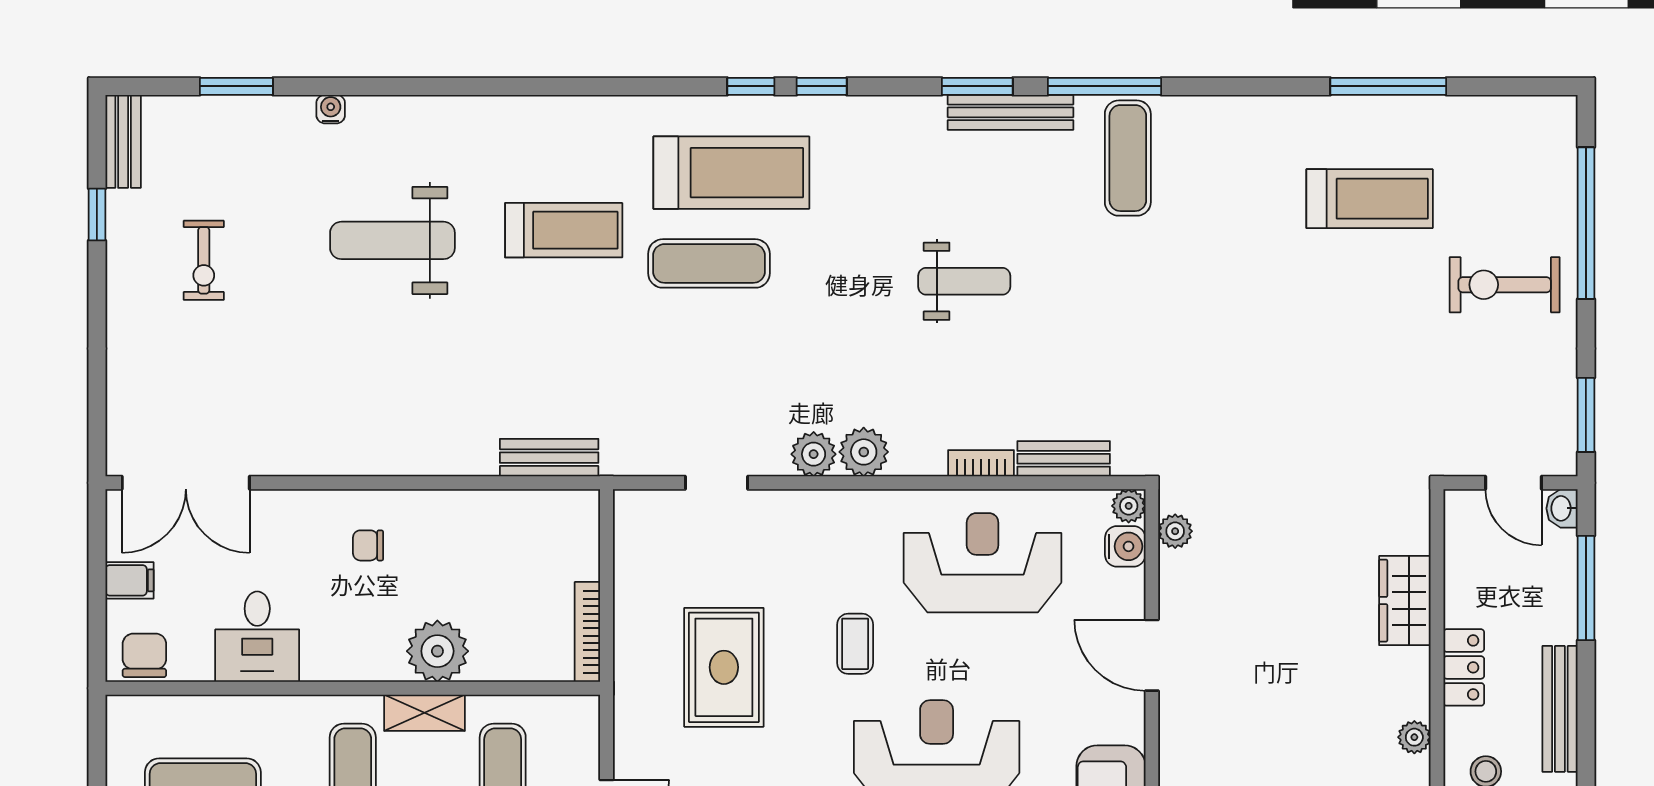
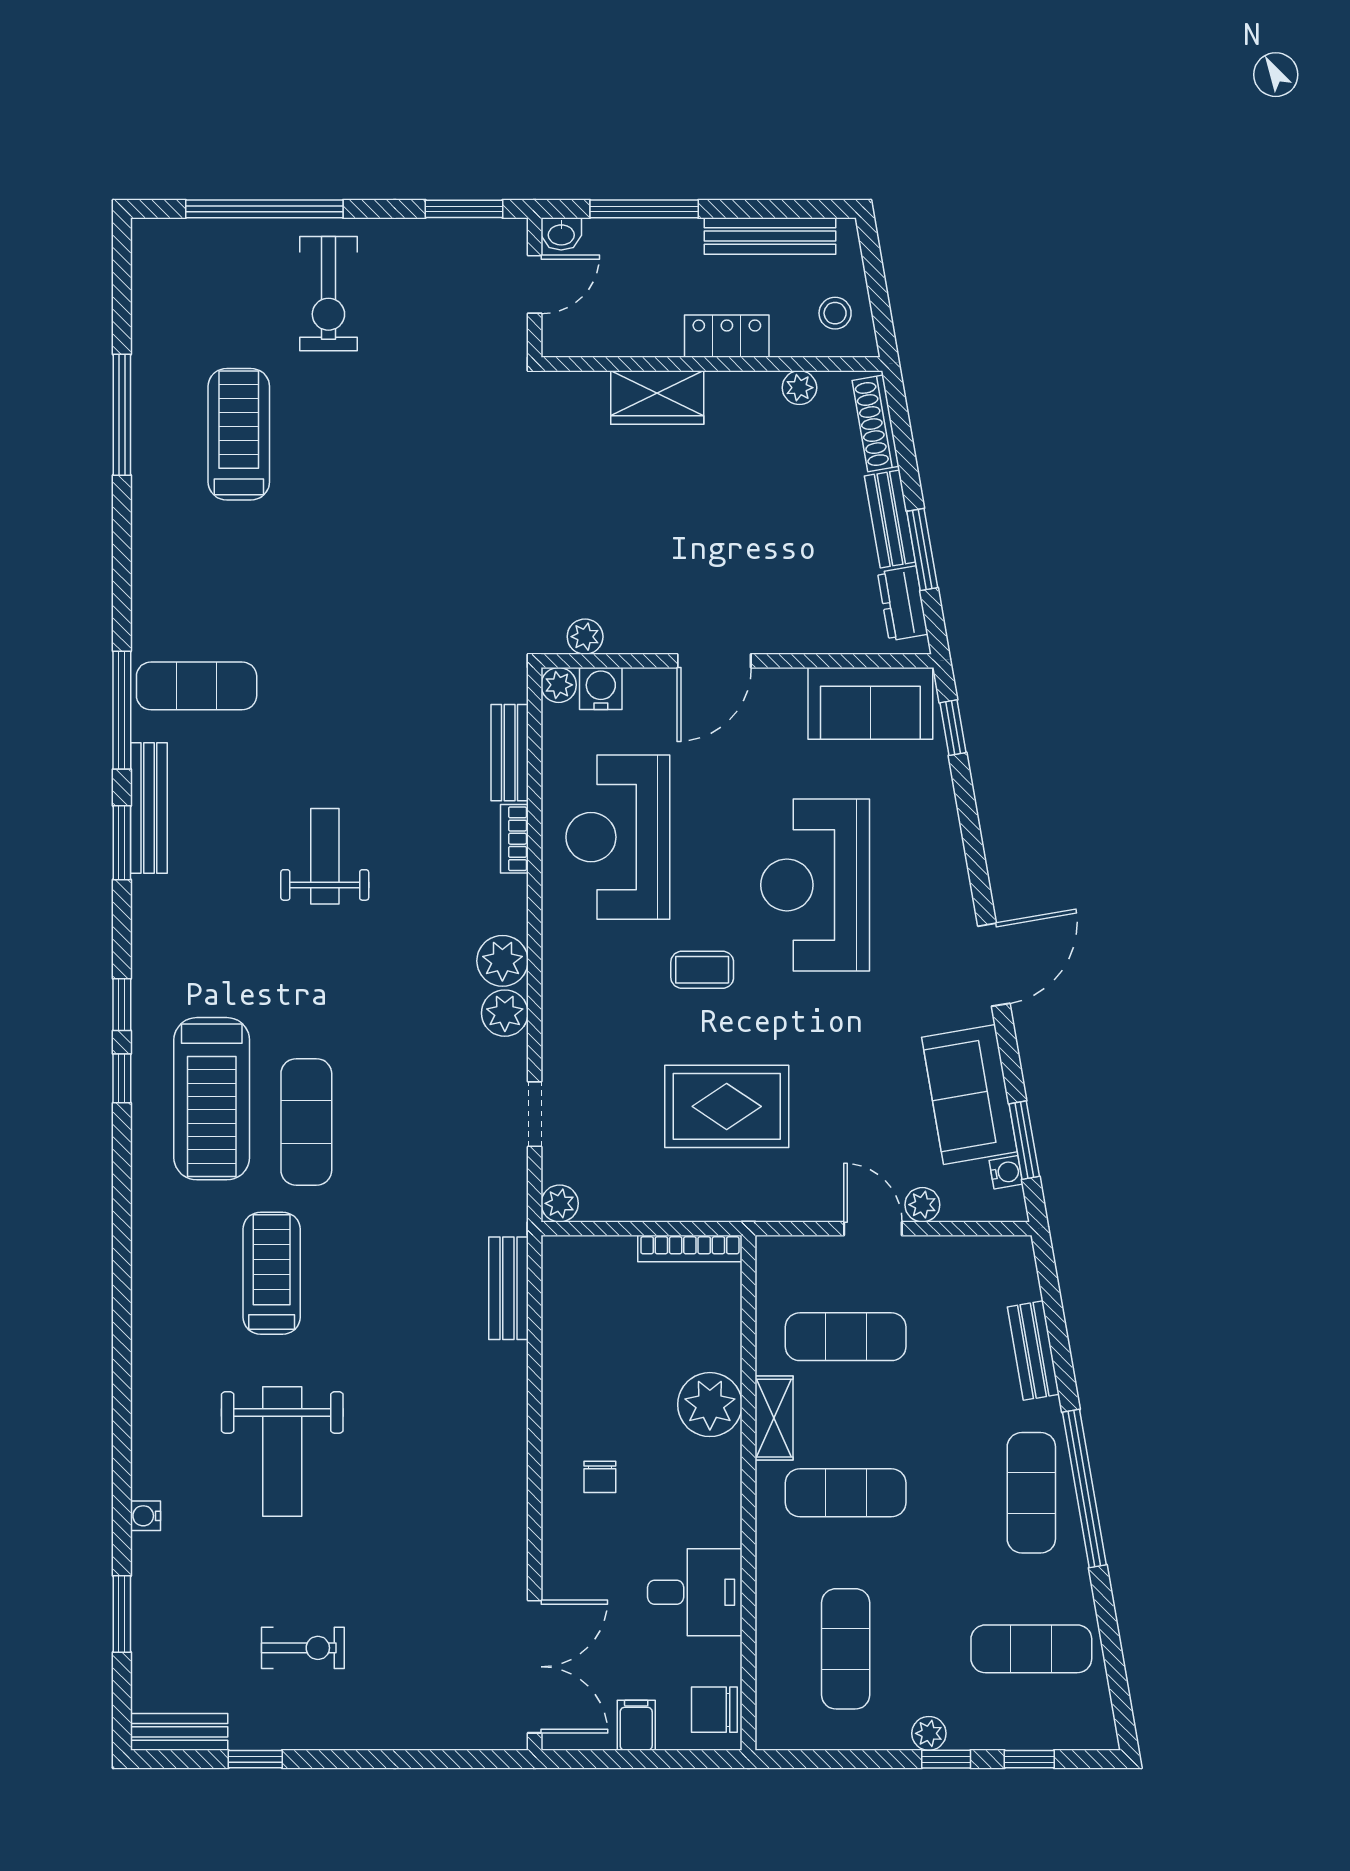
treadmill: (731, 173) -> (212, 1099), turned 180
plant: (631, 507) -> (560, 1203), added

